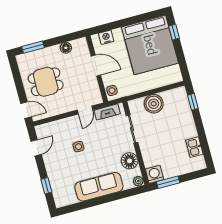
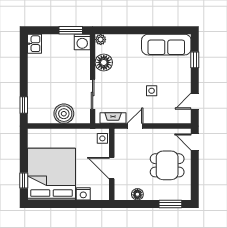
nightstand: (106, 37) -> (83, 194), moved
kitchen sink: (194, 147) -> (34, 44), moved
sofa: (99, 187) -> (166, 45), moved

